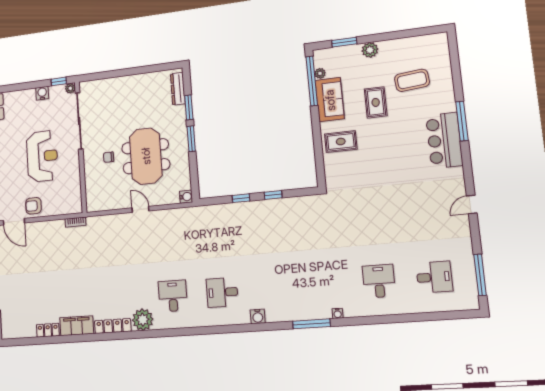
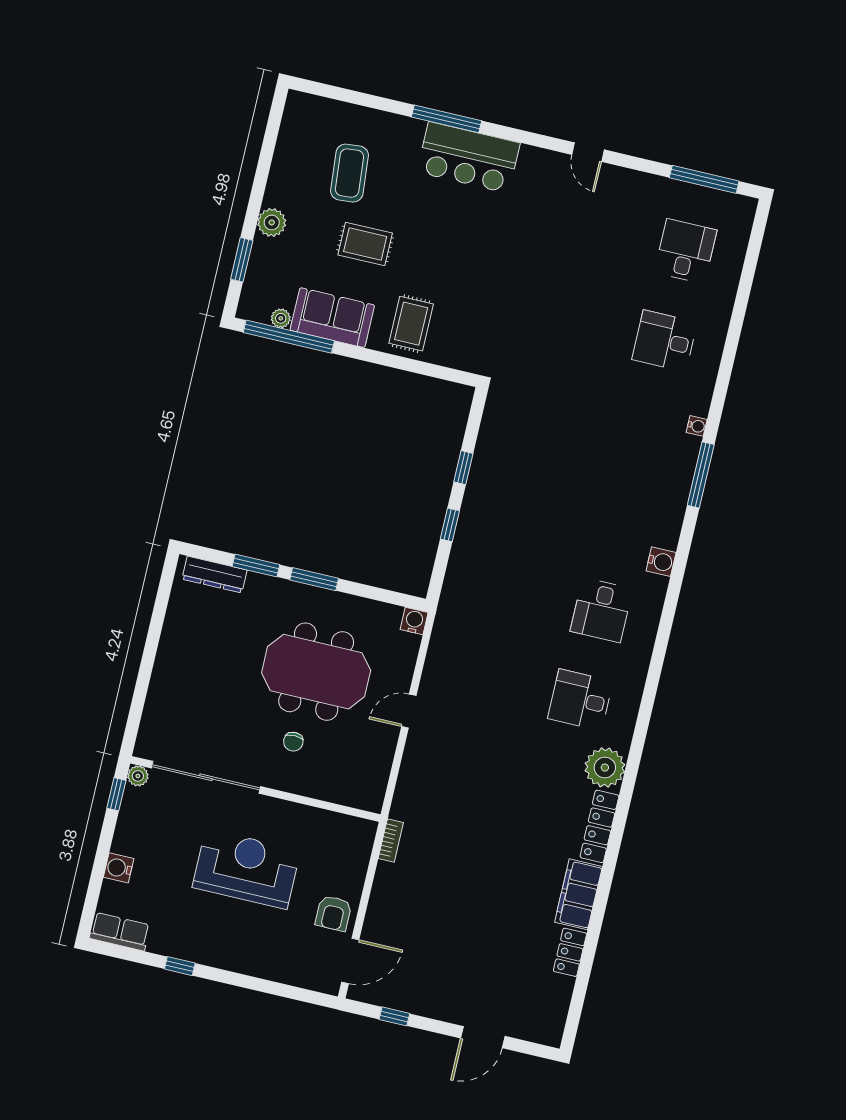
water cooler: (42, 93) -> (119, 868), moved

